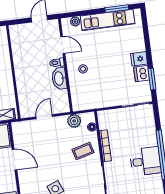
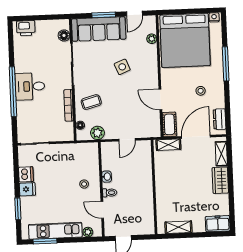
washbasin: (59, 79) -> (107, 177), width x0.52, depth x0.69
window: (152, 79) -> (18, 209), moved

